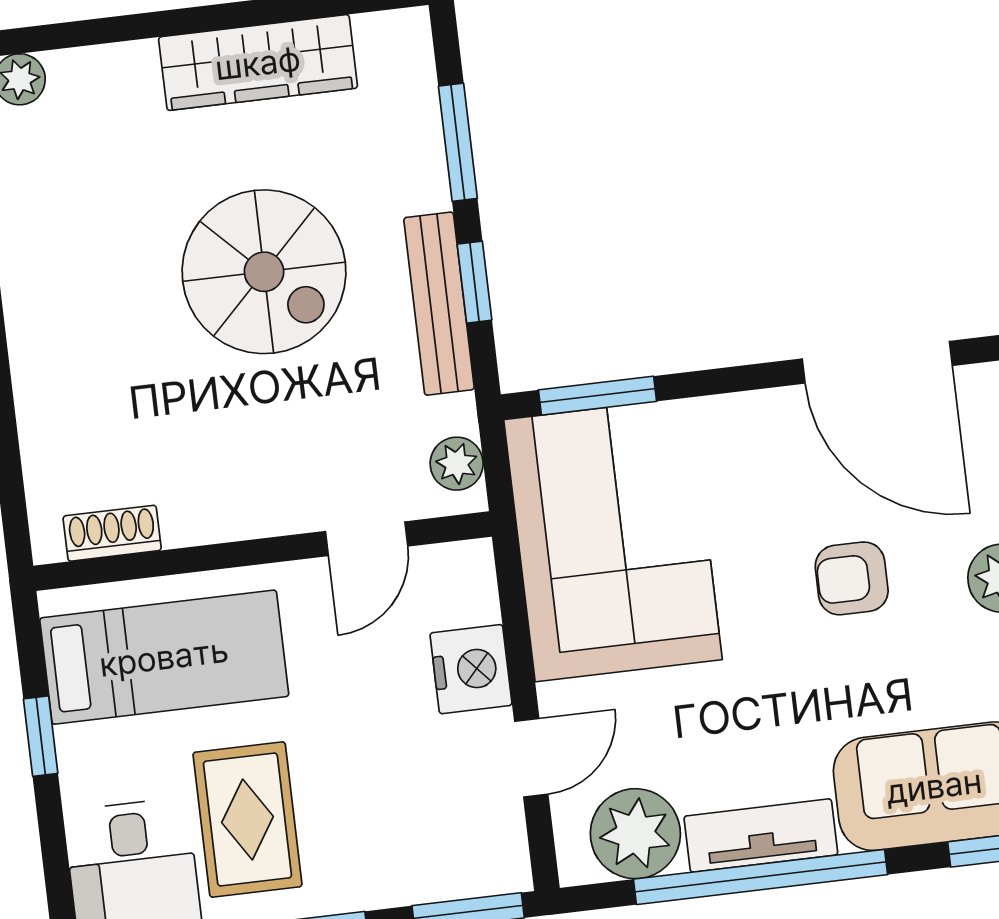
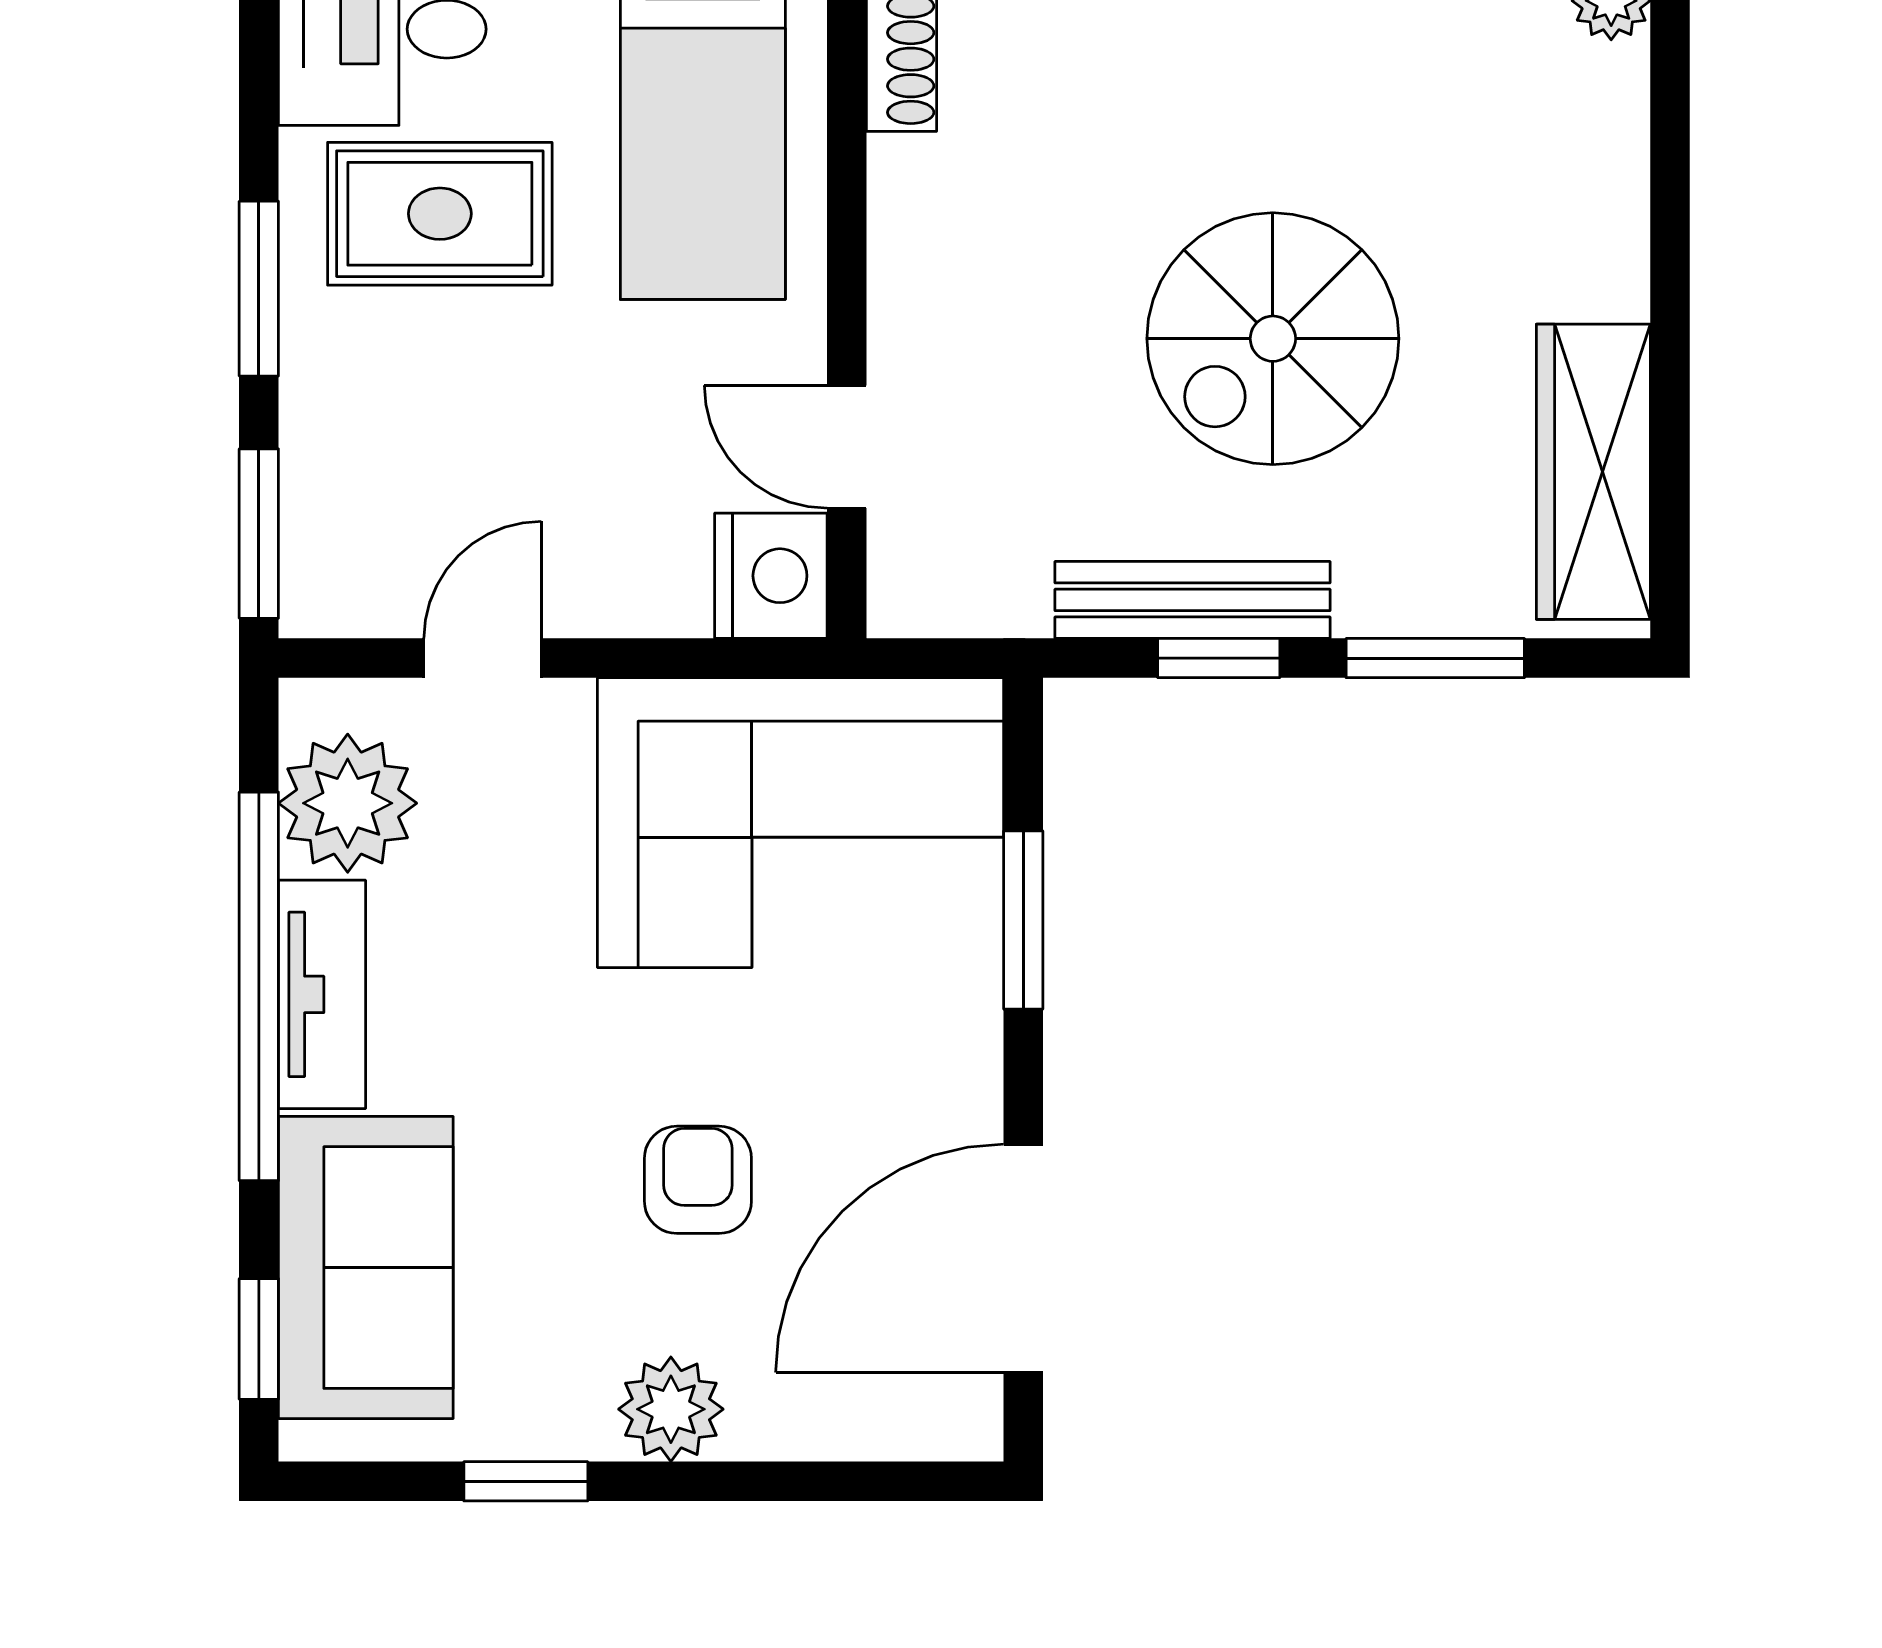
wardrobe: (258, 63) -> (1593, 472), moved
window: (597, 396) -> (1023, 920), moved
plant: (457, 464) -> (945, 598), removed
nightstand: (471, 669) -> (771, 576), moved, turned -90
door: (531, 758) -> (483, 658), swing flipped

